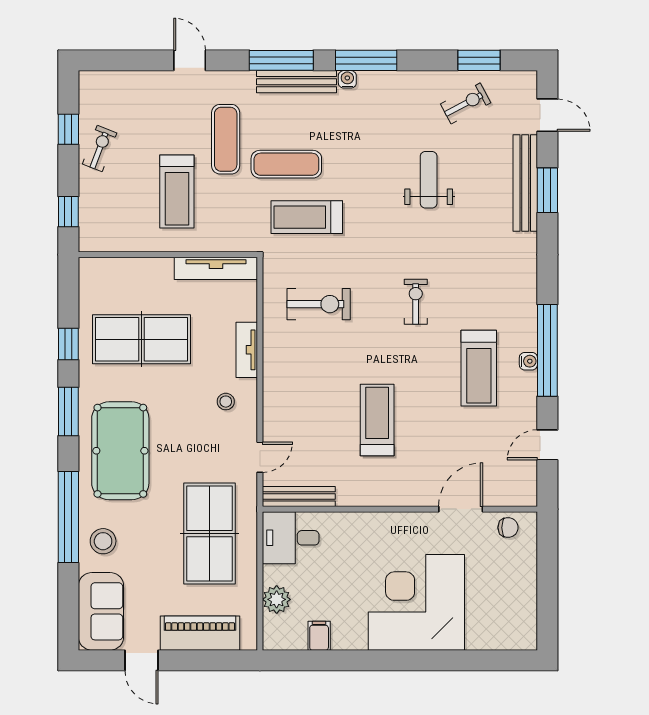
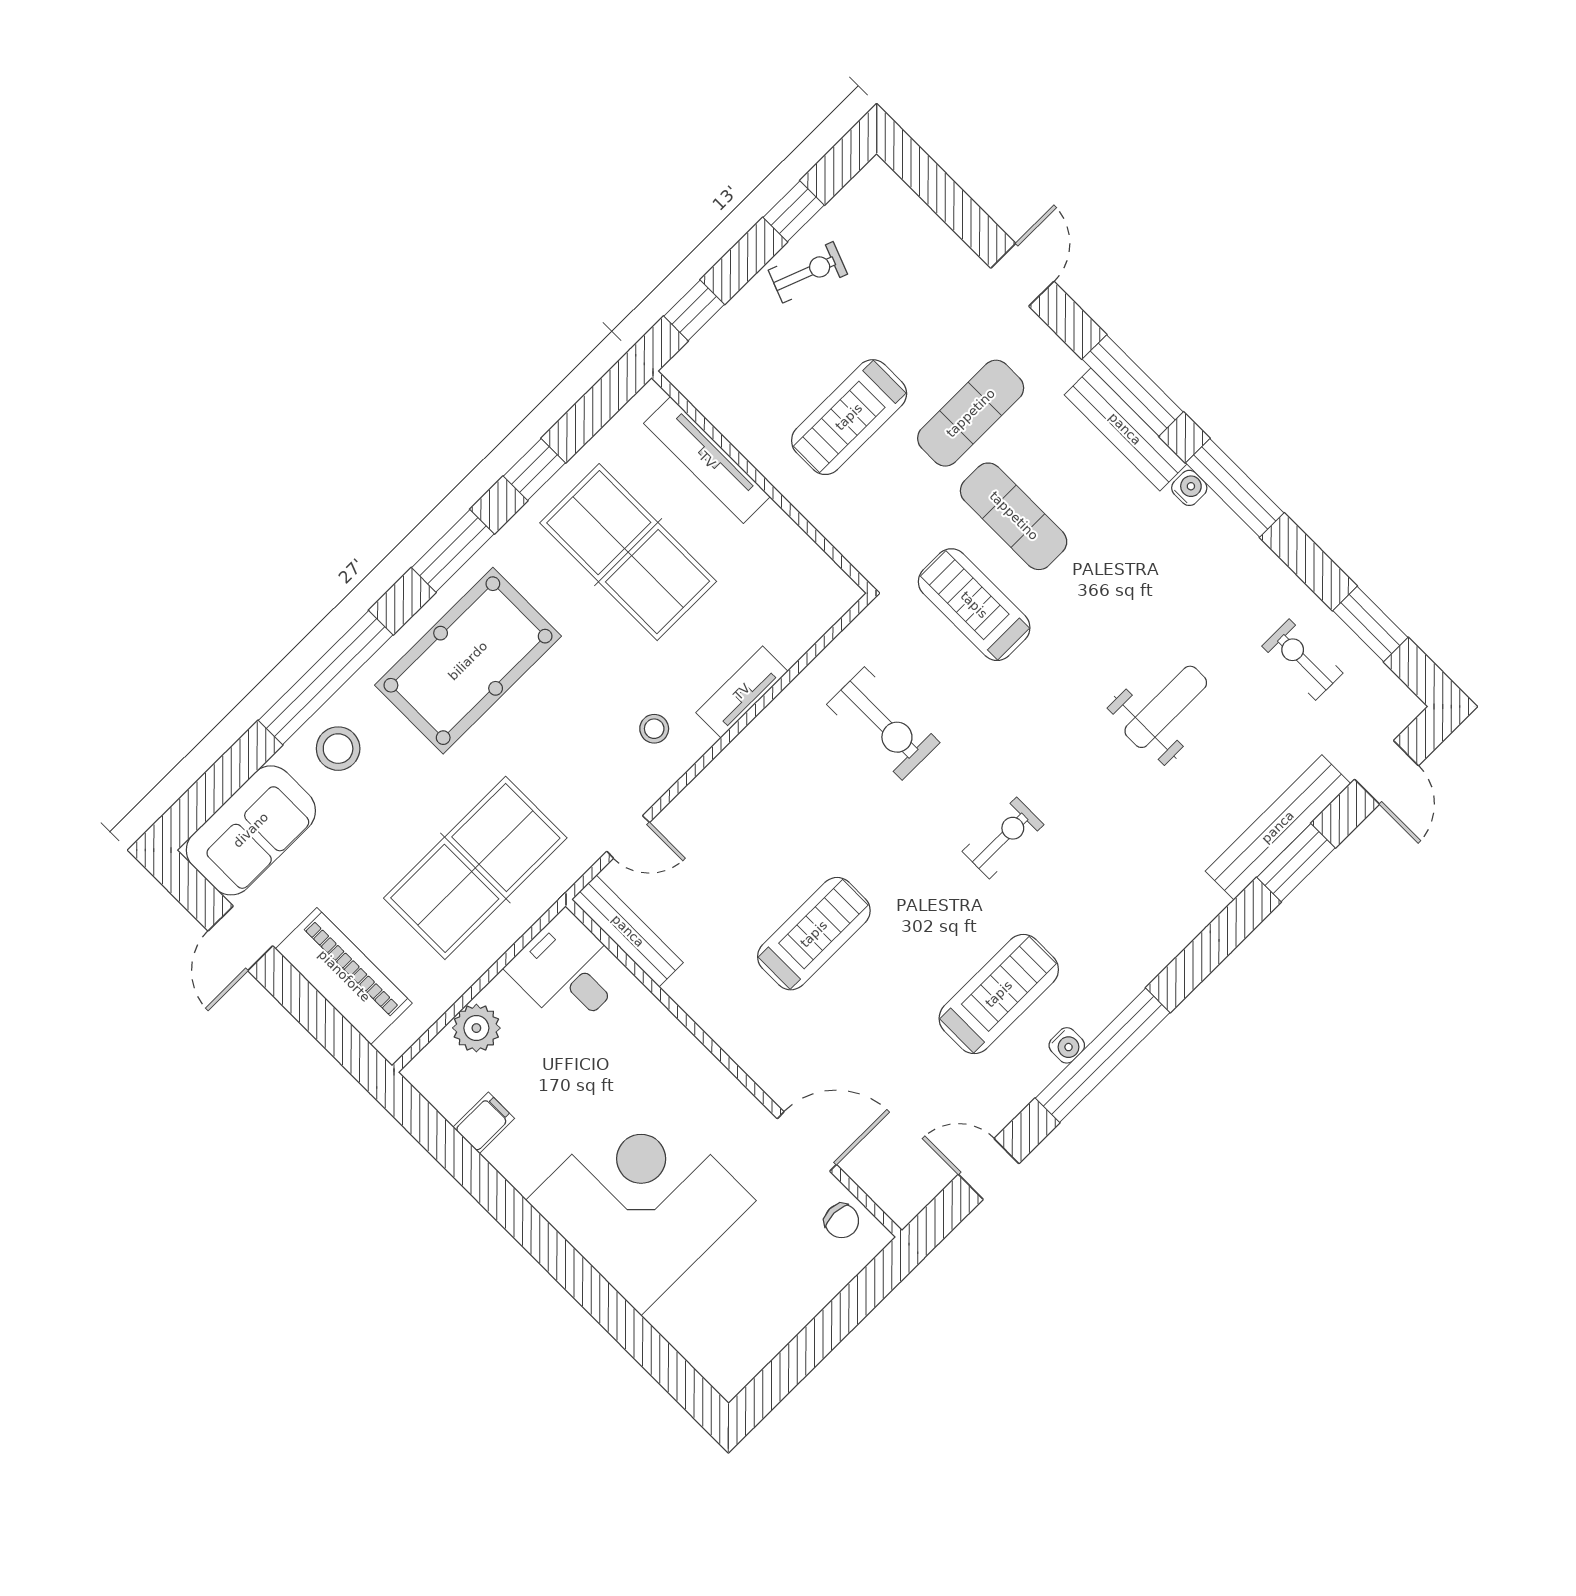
exercise bike: (466, 103) -> (1302, 660), turned -152
tv unit: (216, 268) -> (707, 460), moved
treadmill: (479, 368) -> (999, 994), turned 180

